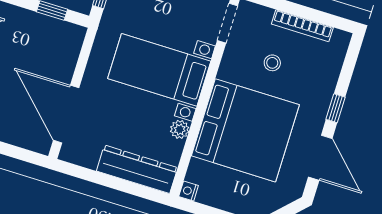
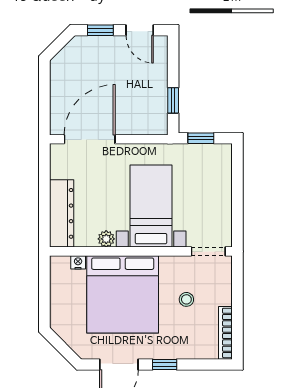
bookcase: (302, 26) -> (225, 333), moved
nightstand: (189, 191) -> (78, 262), moved

